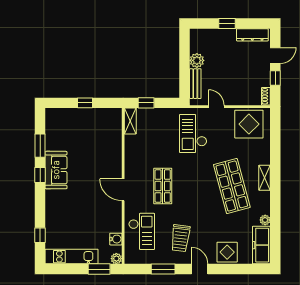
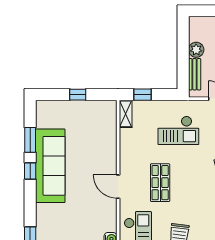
checkout: (193, 134) -> (178, 130), moved, turned -90
sofa: (56, 170) -> (50, 166), width x1.85, depth x1.27

